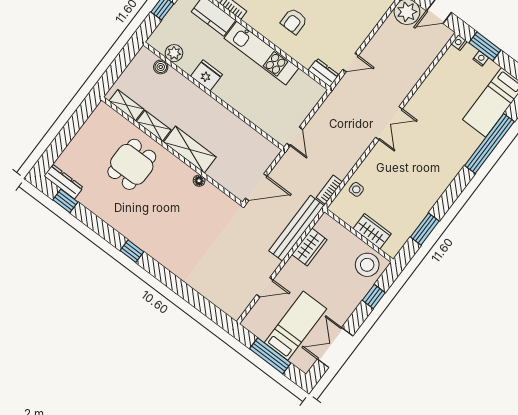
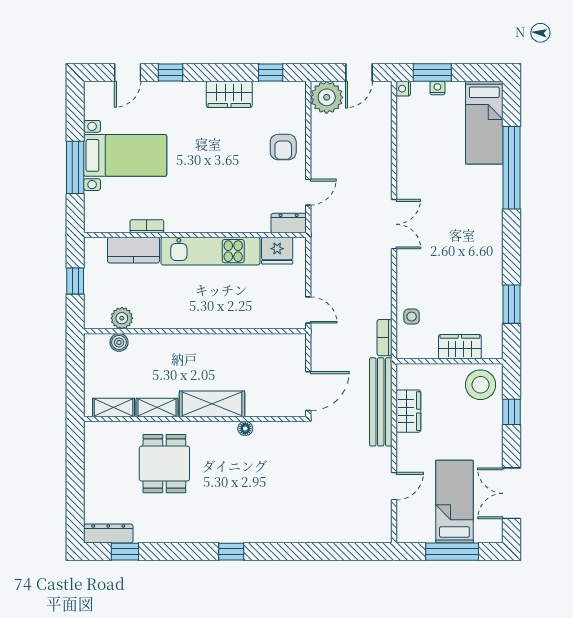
armchair: (294, 21) -> (283, 147), moved
fridge: (207, 75) -> (277, 251), moved, turned 180

